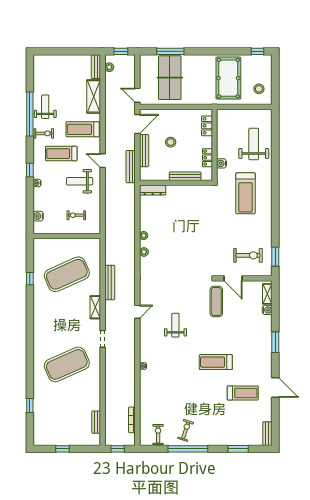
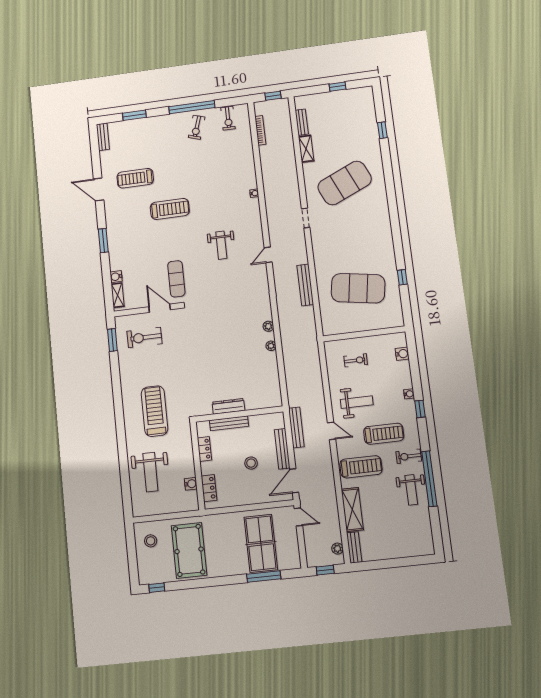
water cooler: (221, 163) -> (191, 484), moved
dresser: (153, 190) -> (228, 406), moved
exercise mat: (67, 274) -> (358, 288), turned 33
shelving: (95, 307) -> (306, 149), moved

